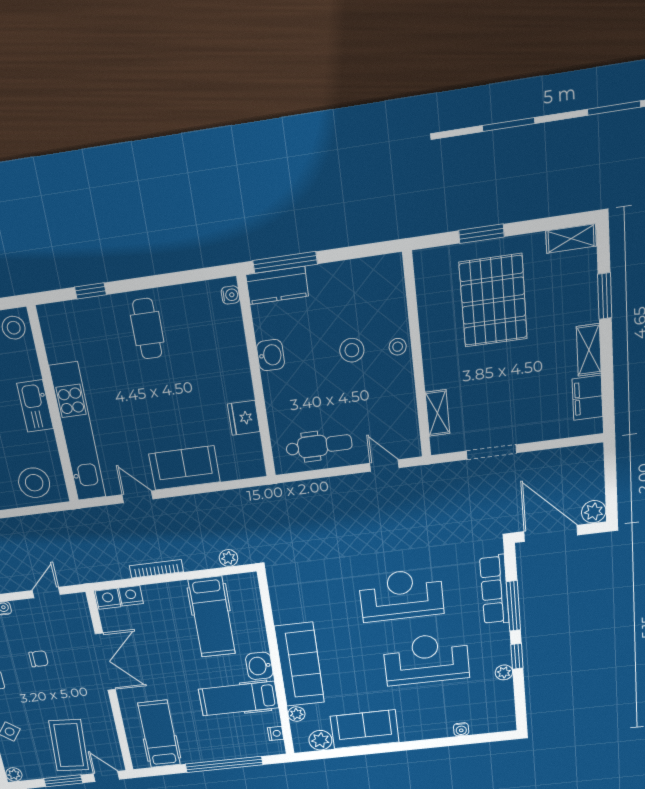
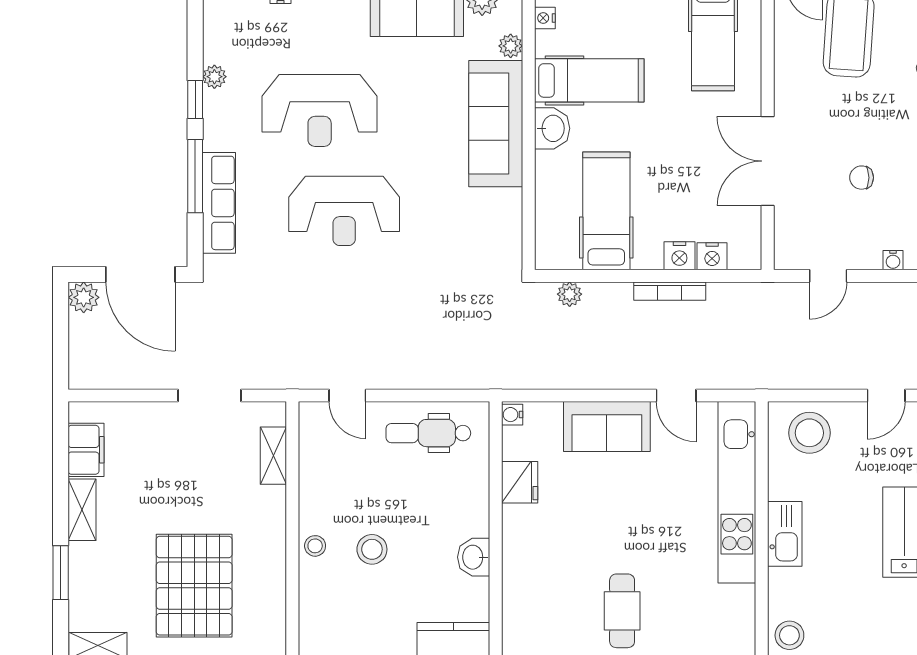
water cooler: (230, 295) -> (512, 415), moved
nightstand: (108, 599) -> (679, 256), moved

